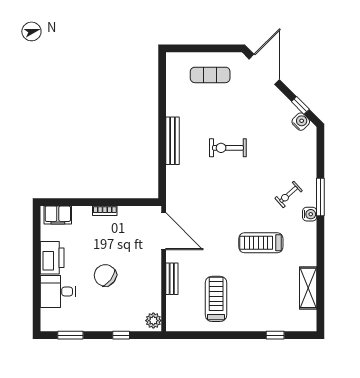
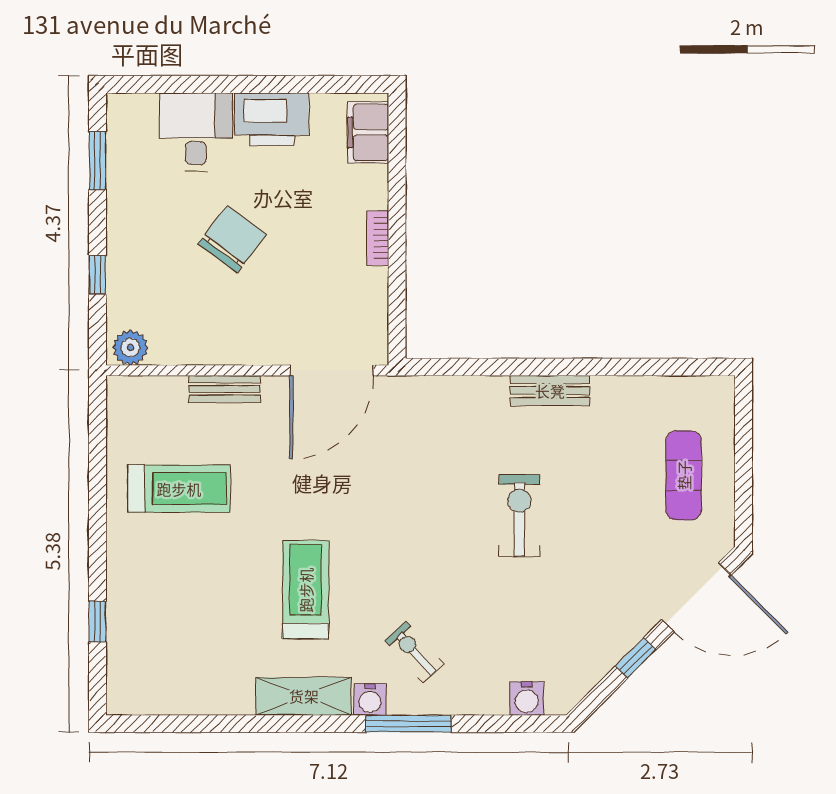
window: (300, 105) -> (636, 658), moved
water cooler: (301, 122) -> (527, 698), moved, turned 45
bench: (172, 141) -> (550, 391), width x0.73
shelving: (308, 288) -> (304, 696), moved

